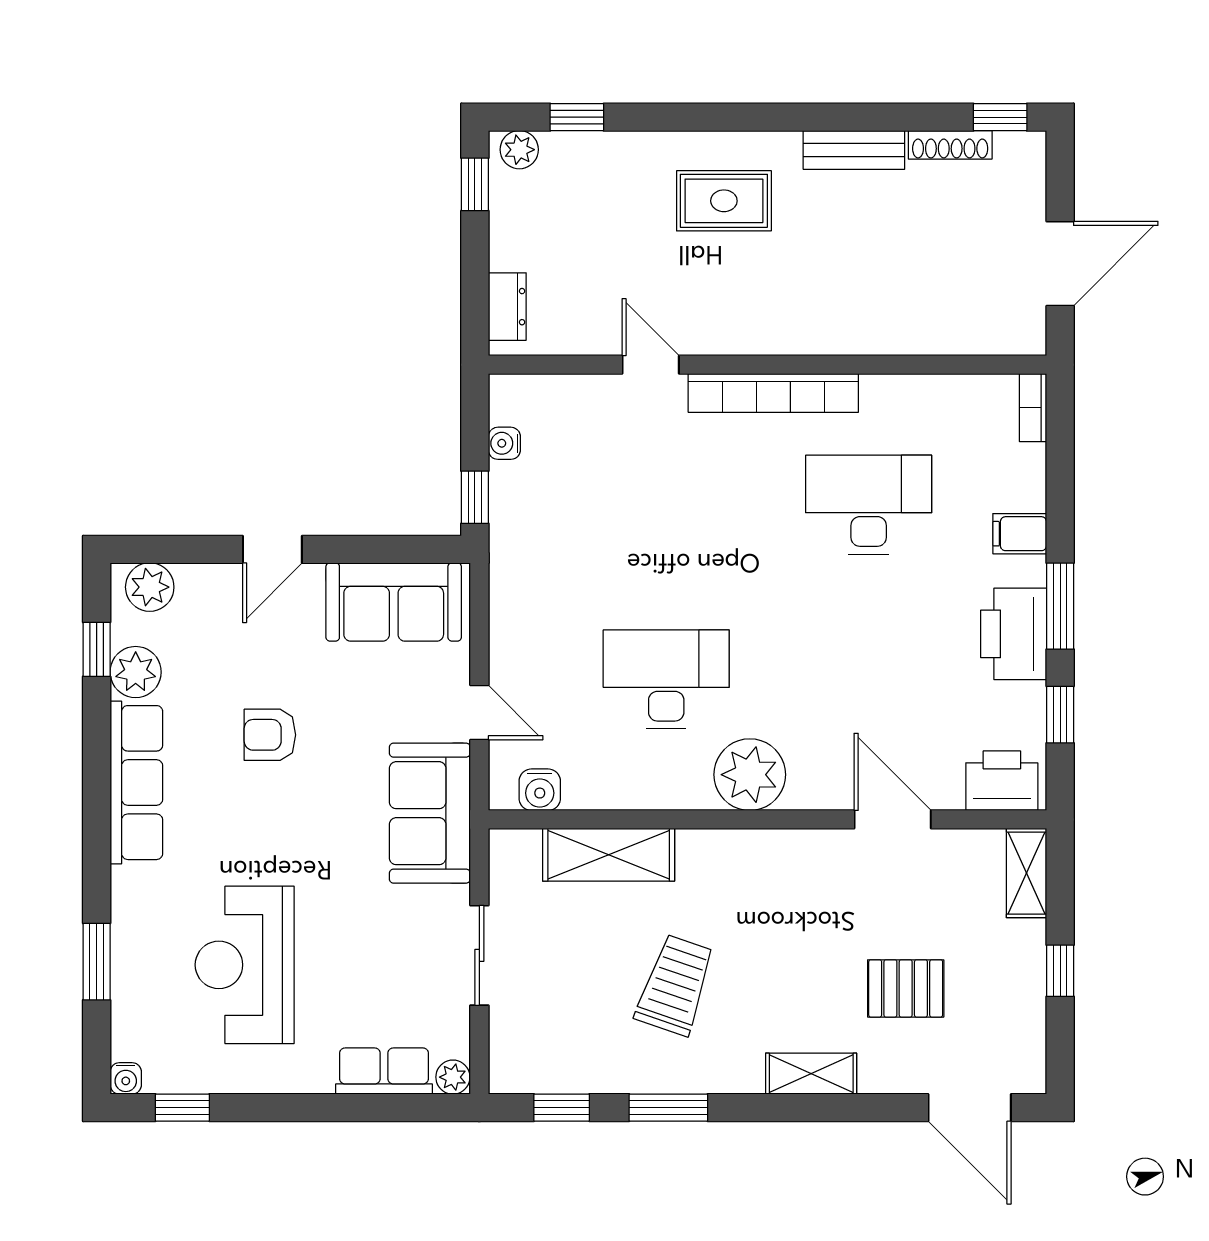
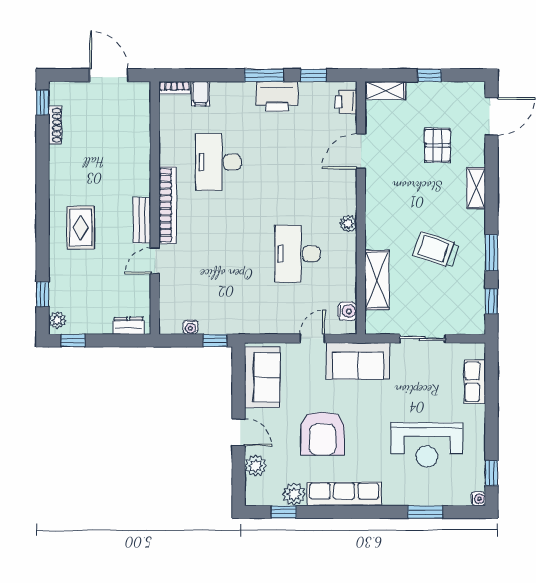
bench: (854, 150) -> (142, 220), moved
filing cabinet: (1020, 534) -> (200, 94), moved
plant: (150, 587) -> (256, 466), moved
armchair: (270, 735) -> (323, 433), width x1.88, depth x1.88
plant: (750, 775) -> (348, 224), width x0.53, depth x0.53
printer: (1002, 781) -> (346, 102), width x0.73, depth x0.81
plant: (453, 1077) -> (478, 350), removed

